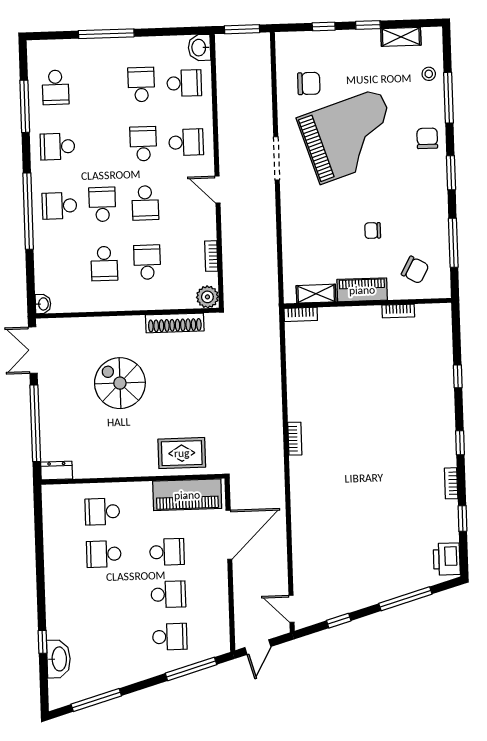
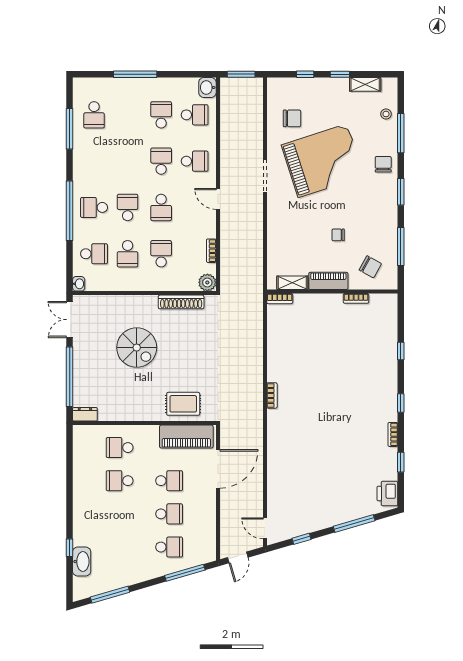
school desk: (57, 147) -> (94, 254), moved, turned 180
spiral stairs: (120, 383) -> (137, 348), turned 180

